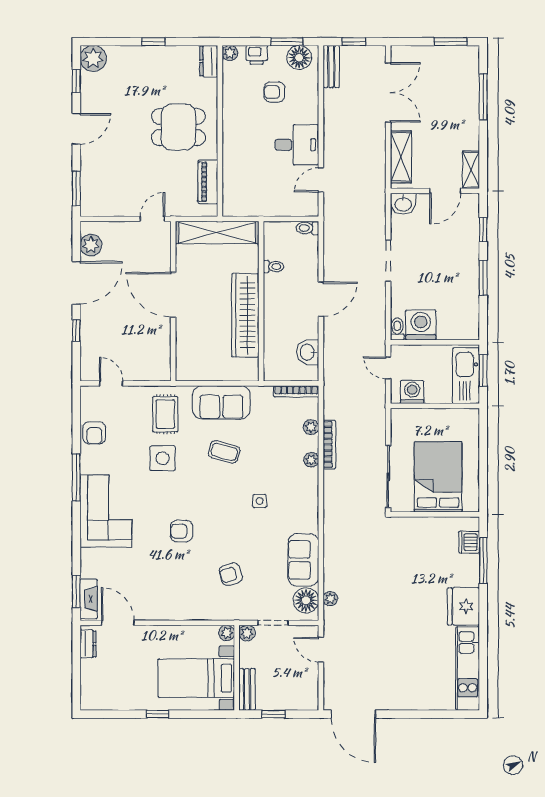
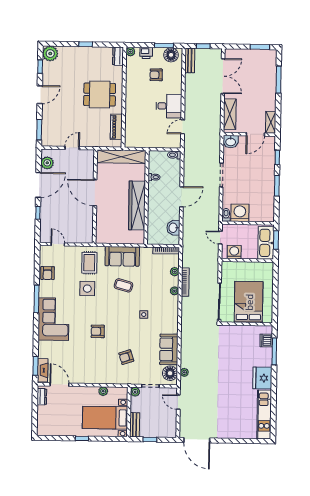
door: (152, 219) -> (72, 148), moved
plant: (227, 633) -> (103, 391), moved

